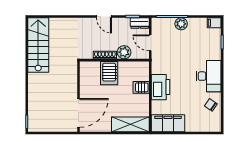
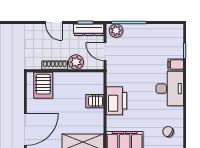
dresser: (140, 23) -> (89, 30), width x1.44
filing cabinet: (214, 23) -> (176, 65), moved
plant: (181, 24) -> (116, 31), moved
server rack: (109, 73) -> (43, 85), moved
chair: (211, 105) -> (168, 132), moved

